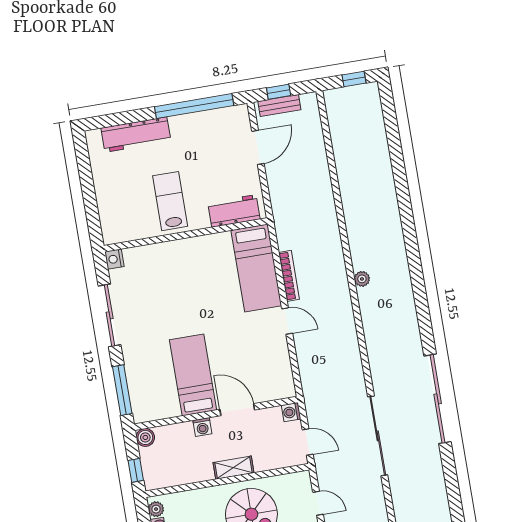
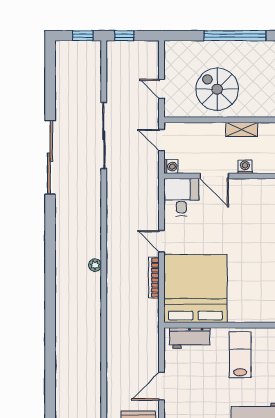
lab bench: (170, 201) -> (240, 355), turned 180
bed: (256, 268) -> (195, 289), width x2.04
bed: (193, 375) -> (245, 210), removed
desk: (272, 378) -> (181, 197), added
shelving: (234, 468) -> (242, 129), moved

